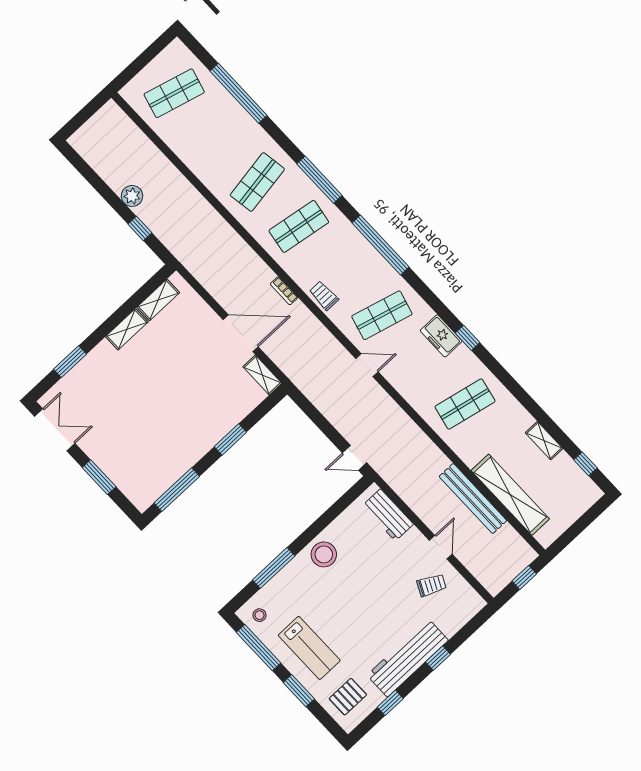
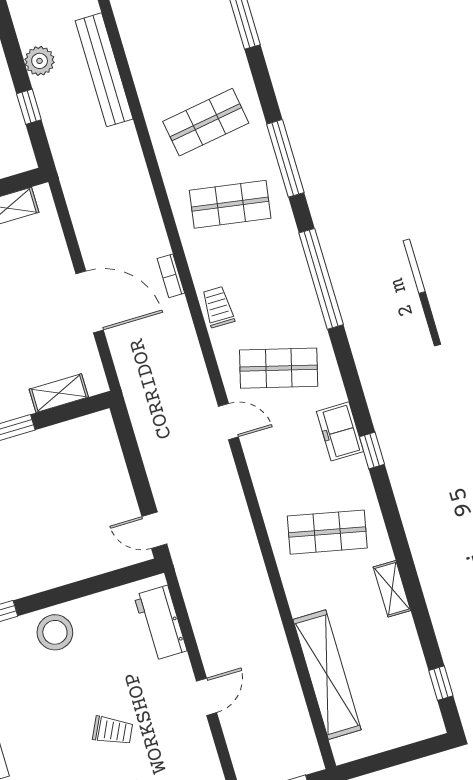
shelving: (262, 375) -> (59, 393), moved, turned 90
shelving: (544, 441) -> (392, 589), moved
bench: (473, 499) -> (104, 70), moved
trolley: (431, 585) -> (113, 731), moved

